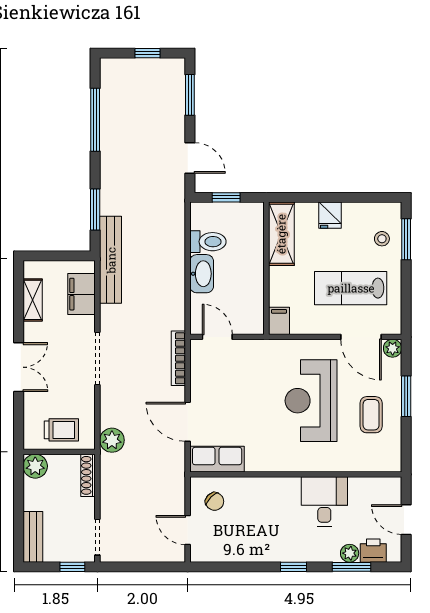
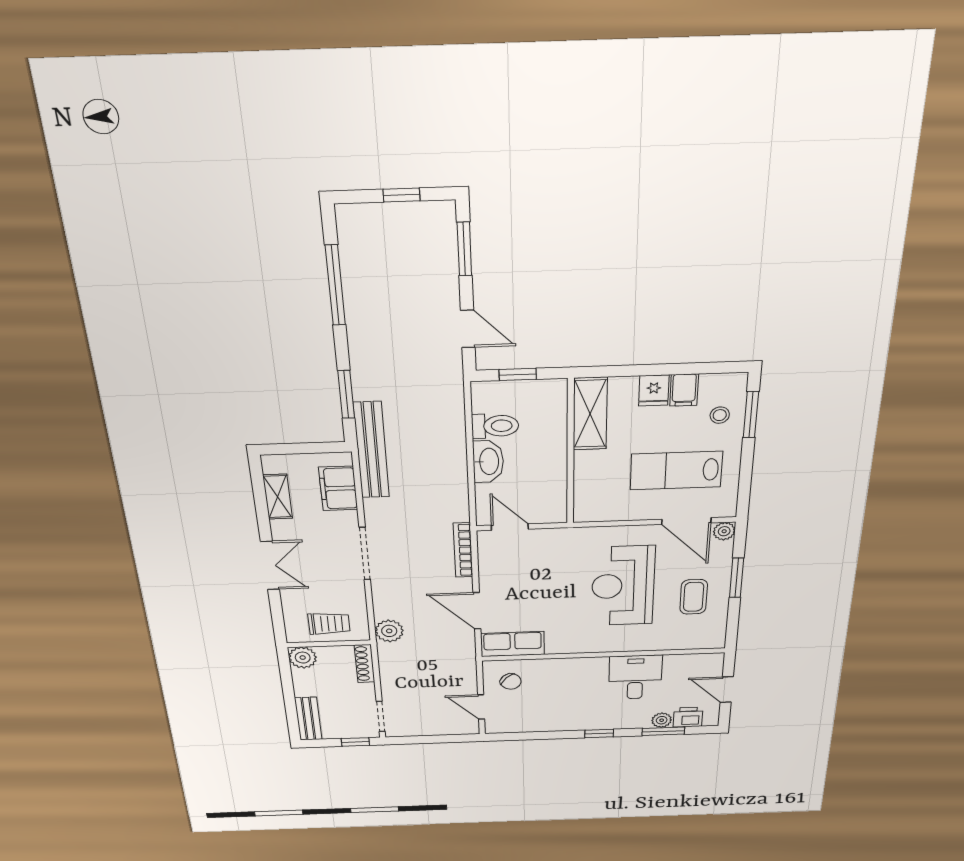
filing cabinet: (279, 321) -> (684, 390), moved, turned 180

